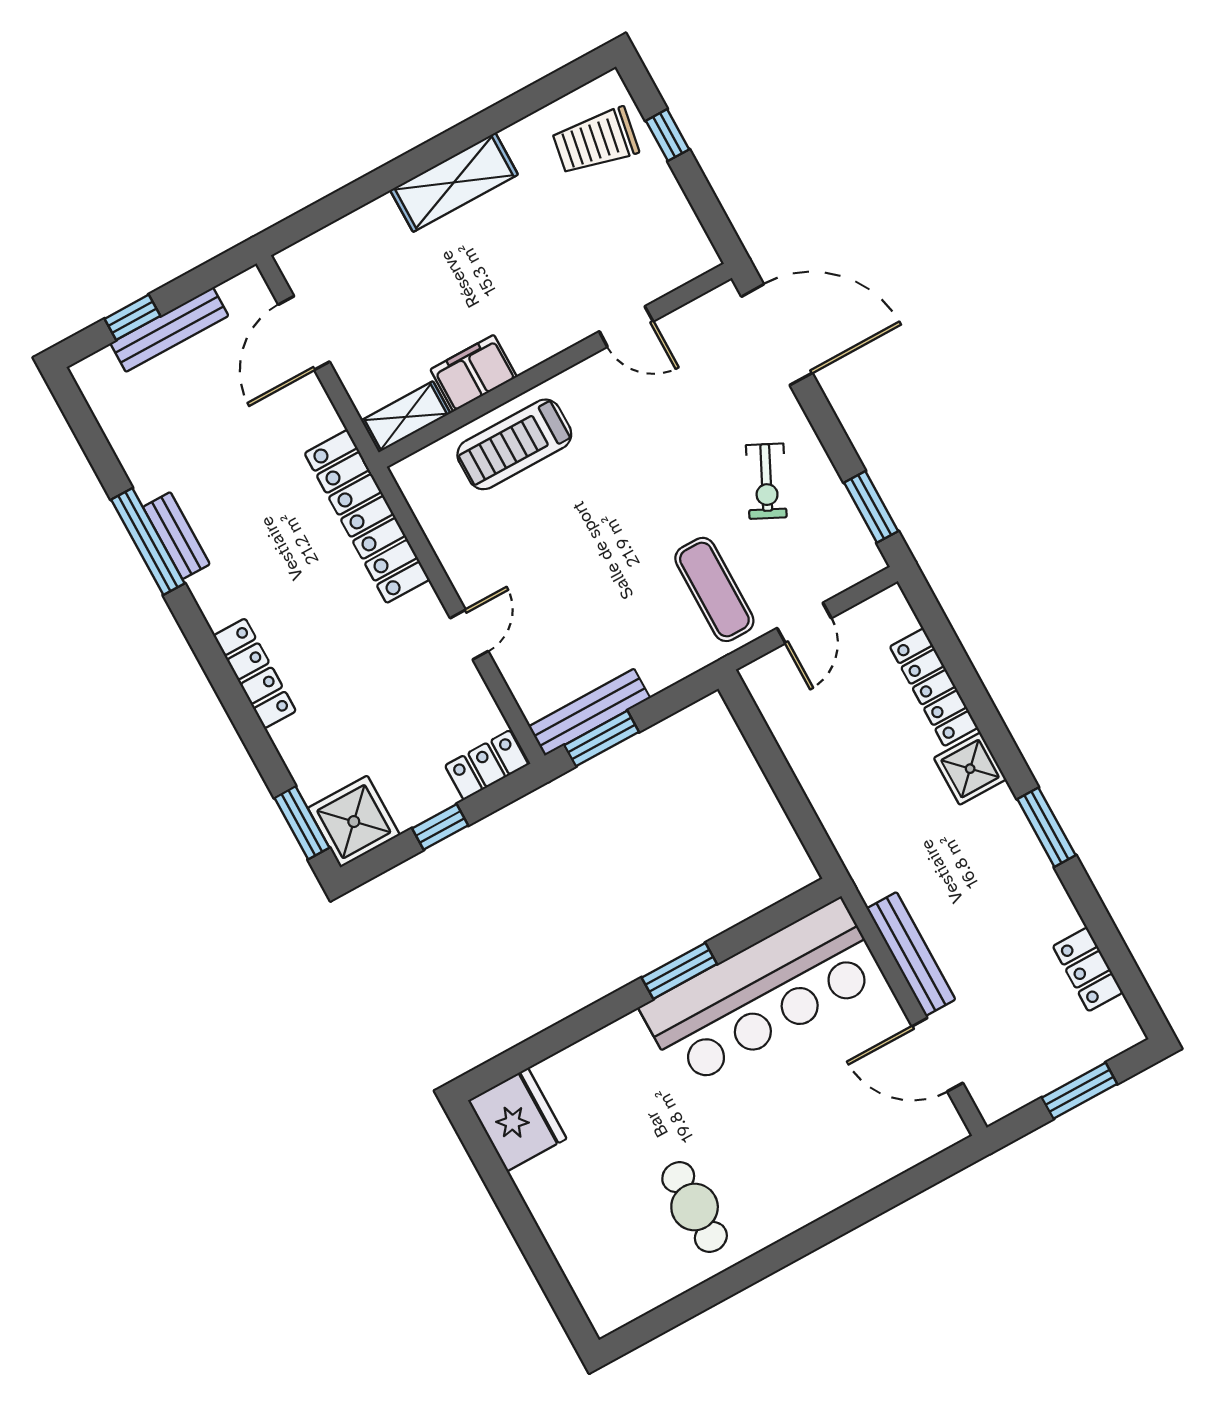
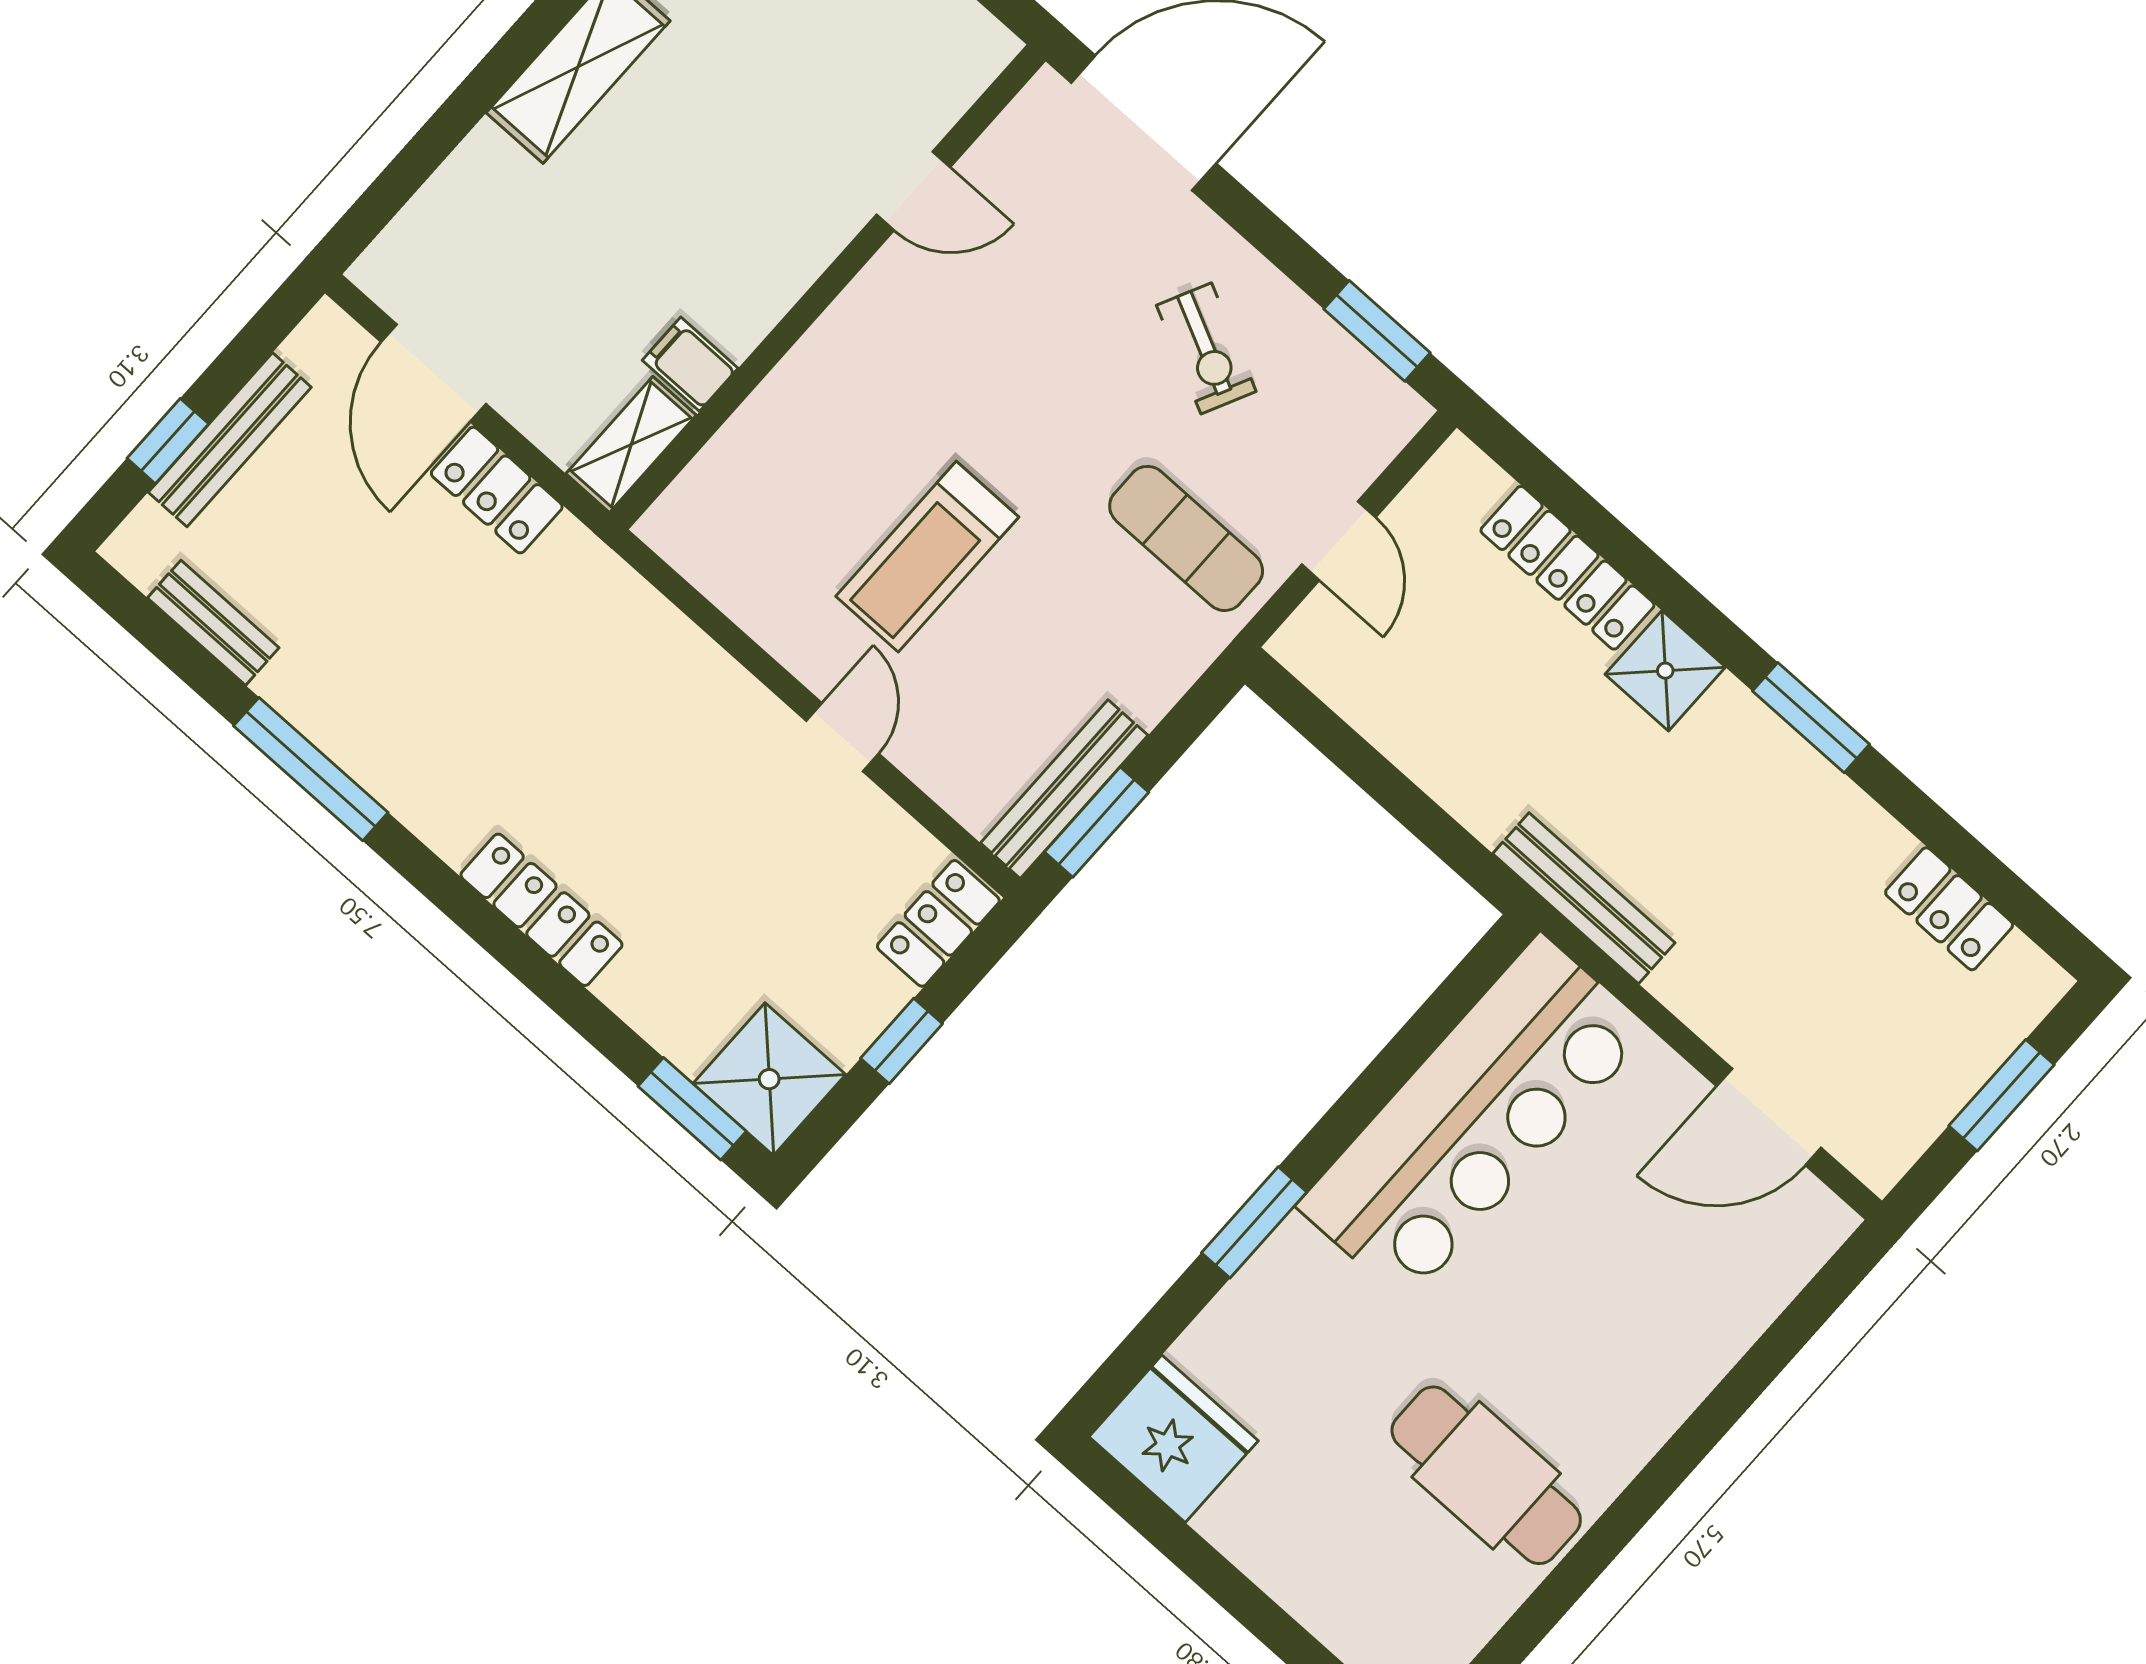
filing cabinet: (474, 373) -> (690, 364), width x0.50
treadmill: (514, 444) -> (927, 557), moved
locker: (367, 516) -> (497, 490), moved, width x0.46, depth x0.83
bench: (176, 536) -> (213, 623), moved
bench: (911, 954) -> (1584, 898), moved
window: (679, 971) -> (1254, 1222), moved
cafe table: (695, 1207) -> (1486, 1475), width x1.37, depth x1.35

